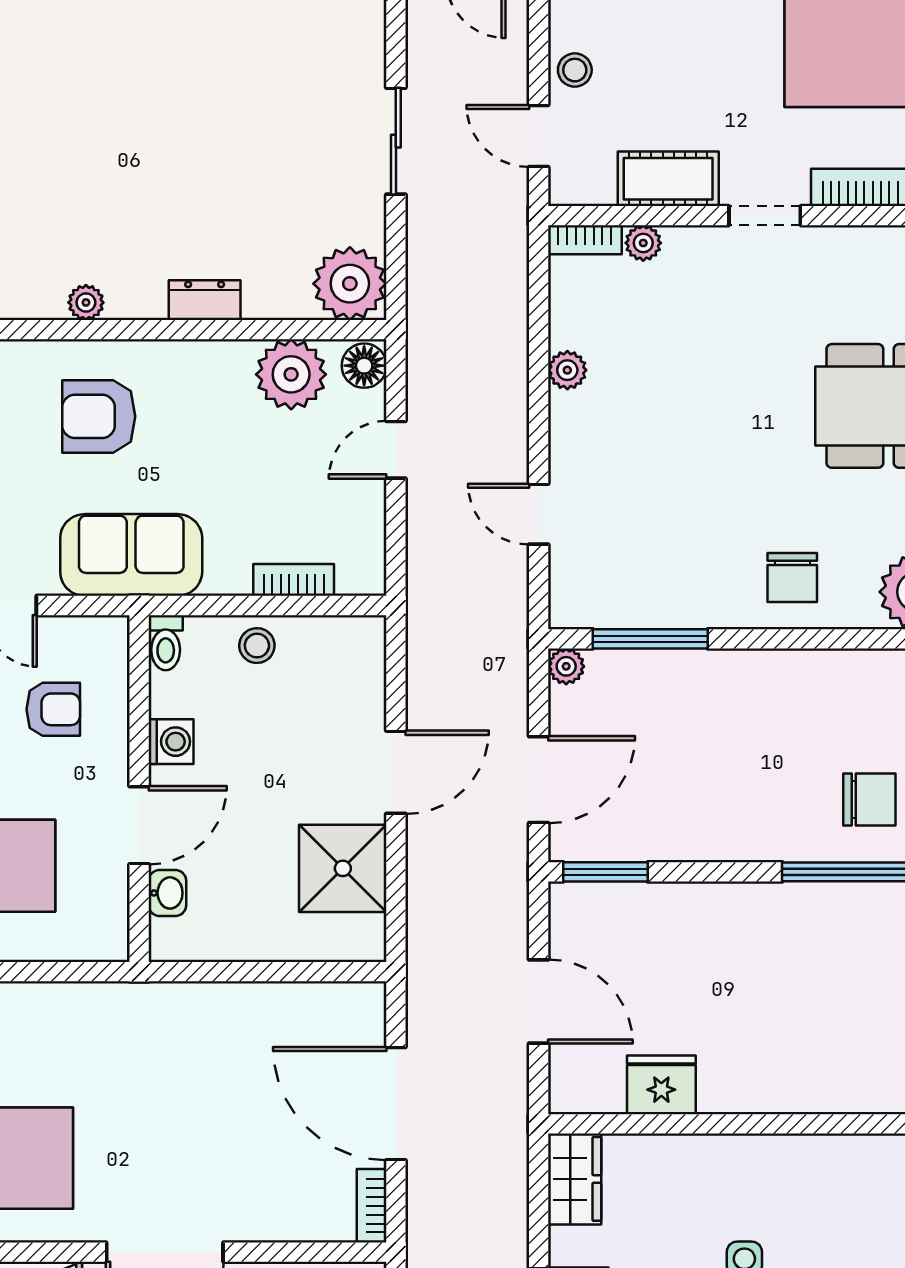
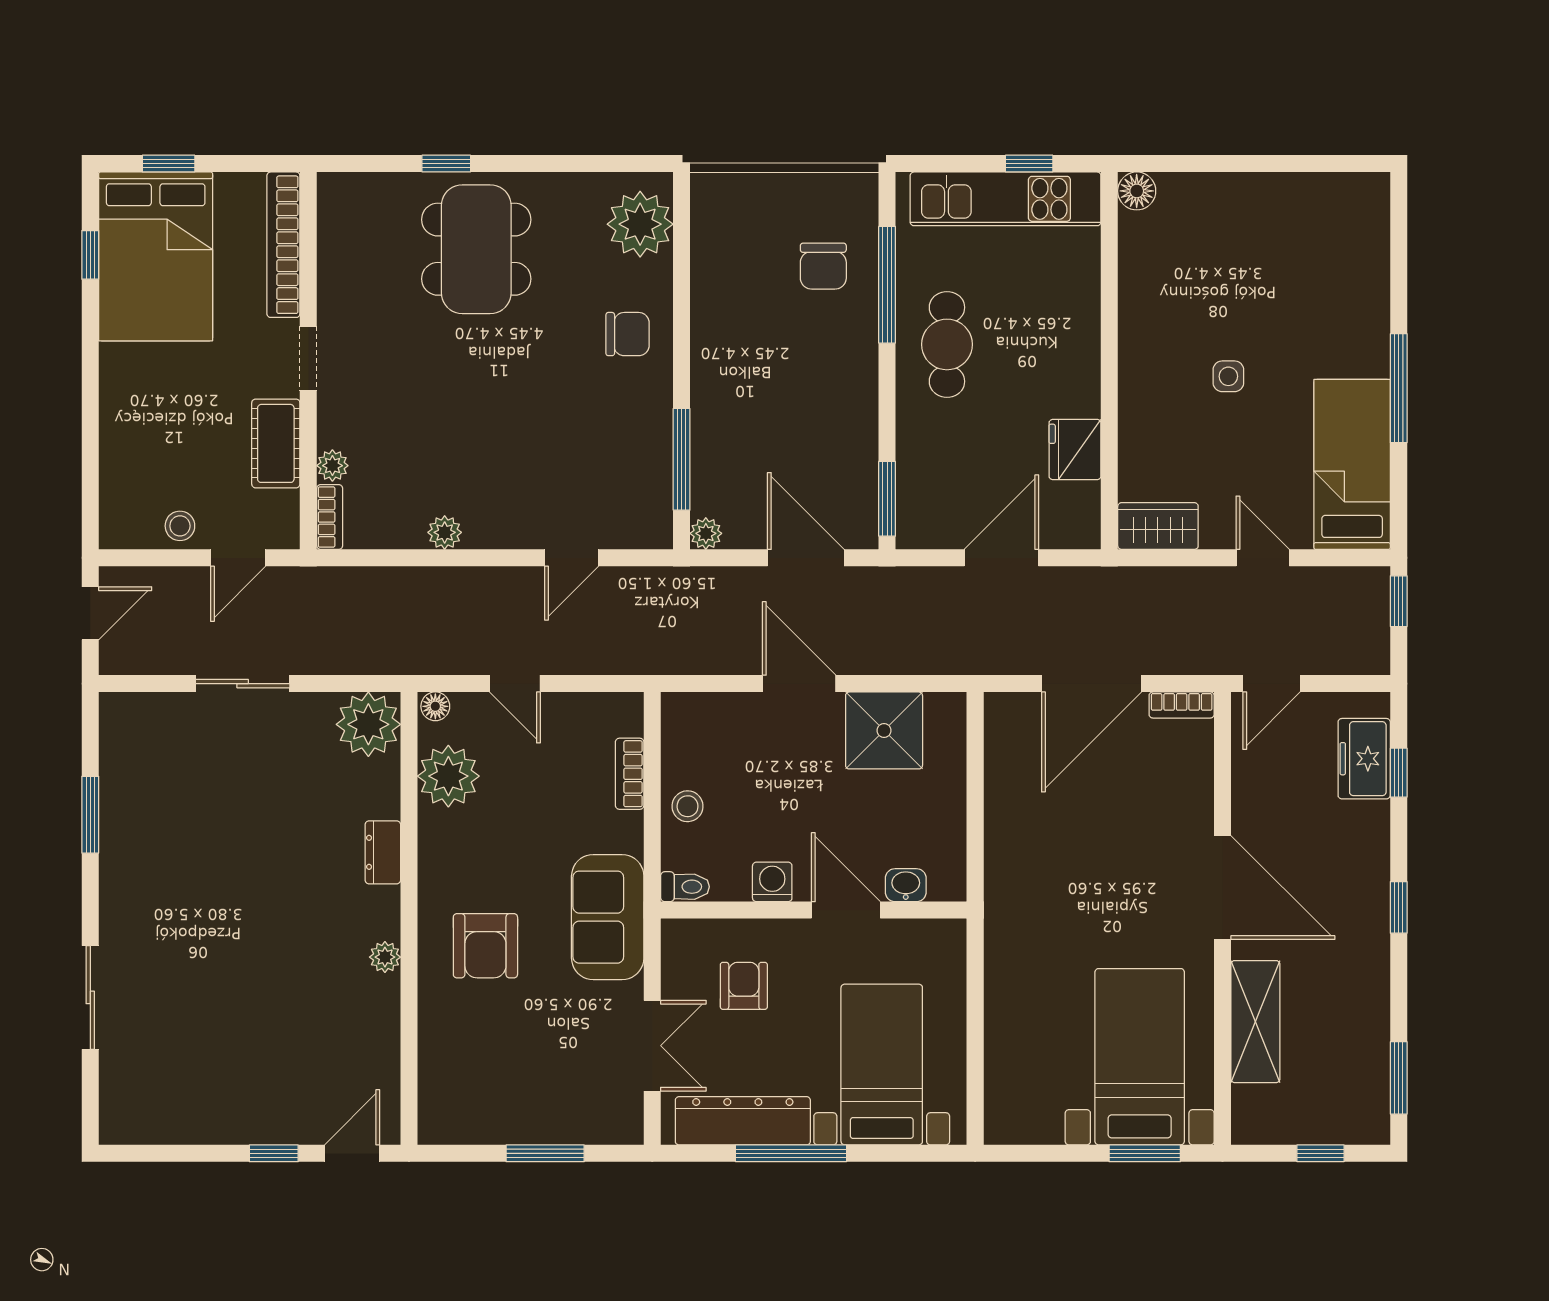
floor lamp: (364, 366) -> (435, 706), width x0.73, depth x0.73
chair: (869, 799) -> (823, 266), turned 180
cafe table: (781, 940) -> (947, 344), added

